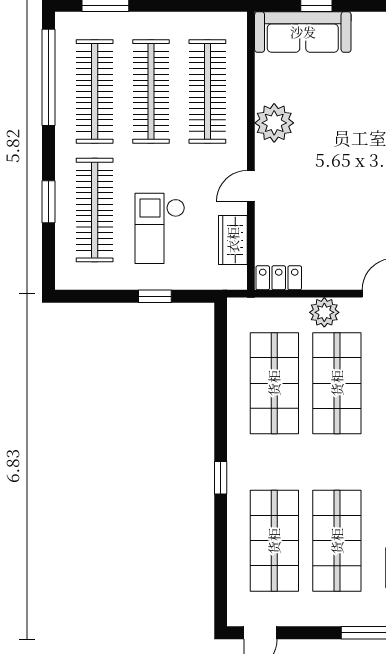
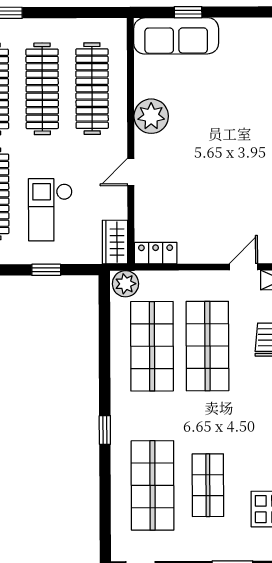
wardrobe: (233, 240) -> (115, 242), moved
plant: (324, 312) -> (125, 284), moved
shop shelf: (337, 541) -> (208, 485), width x0.70, depth x0.74

